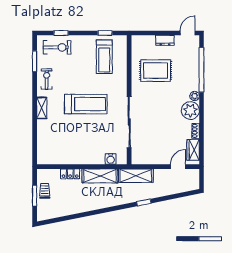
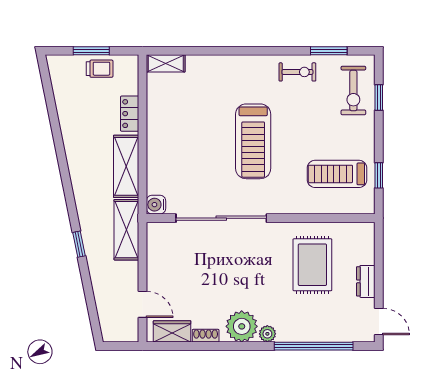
shelving: (42, 108) -> (166, 63), moved
water cooler: (111, 159) -> (156, 205), moved

